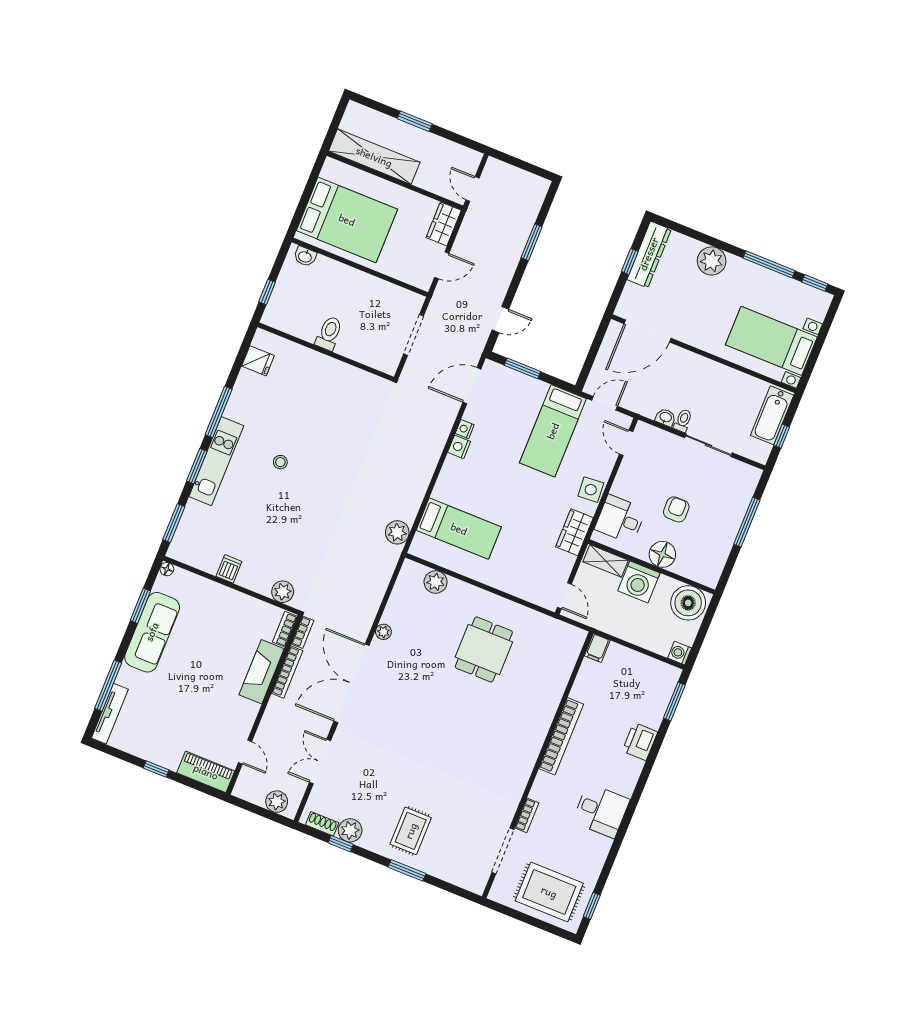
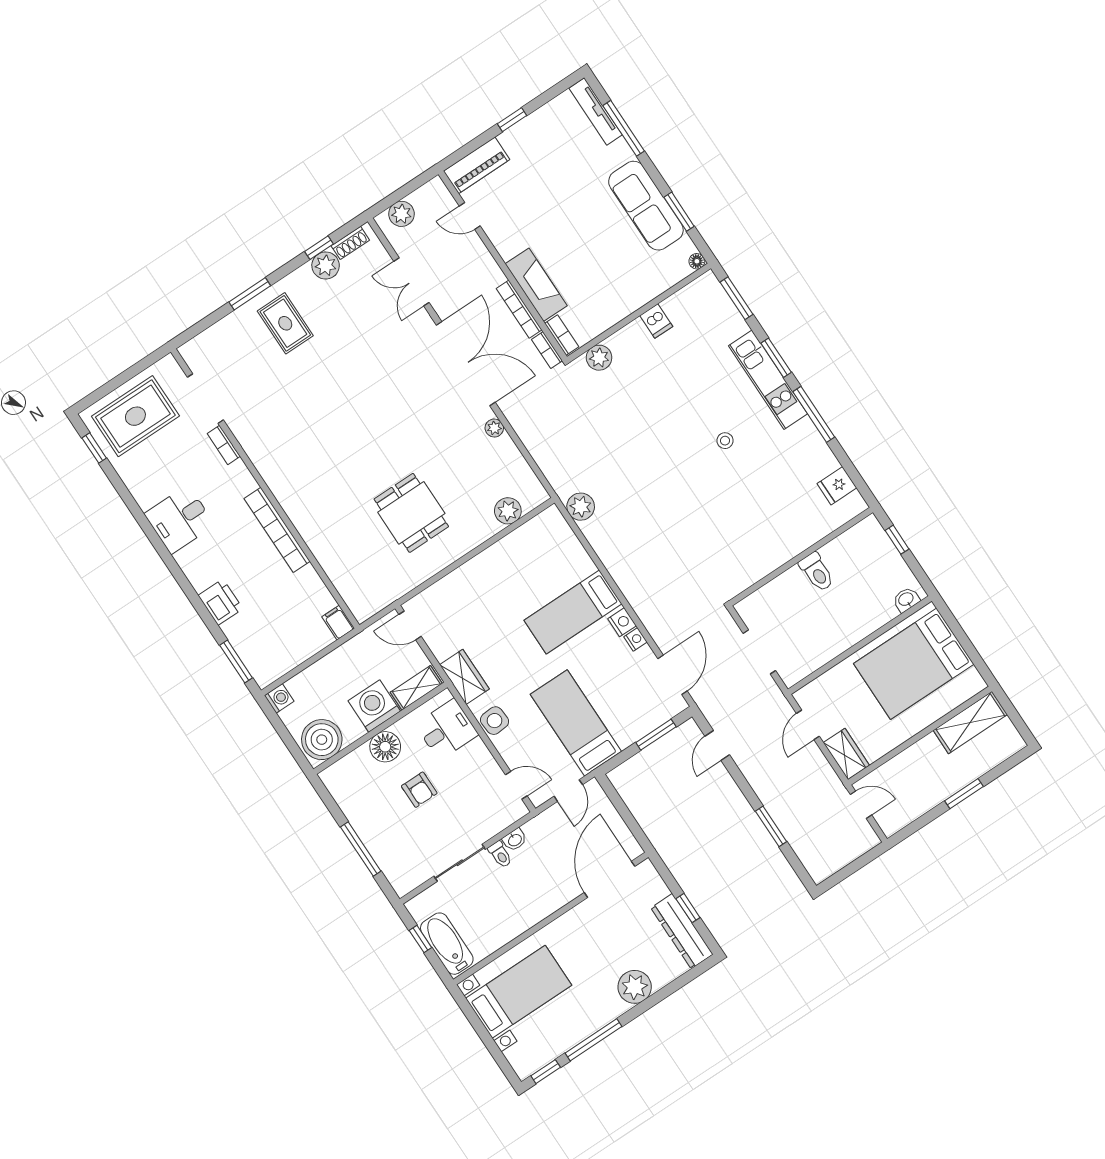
shelving: (374, 157) -> (970, 722), width x0.68
bed: (459, 529) -> (573, 612), moved
double door: (320, 761) -> (412, 282), swing flipped

